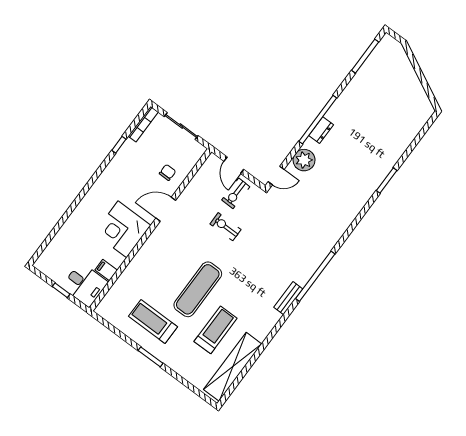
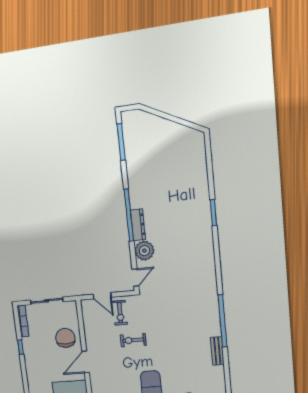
dresser: (321, 130) -> (138, 225), width x1.44
chair: (168, 172) -> (65, 338), width x1.87, depth x1.87

